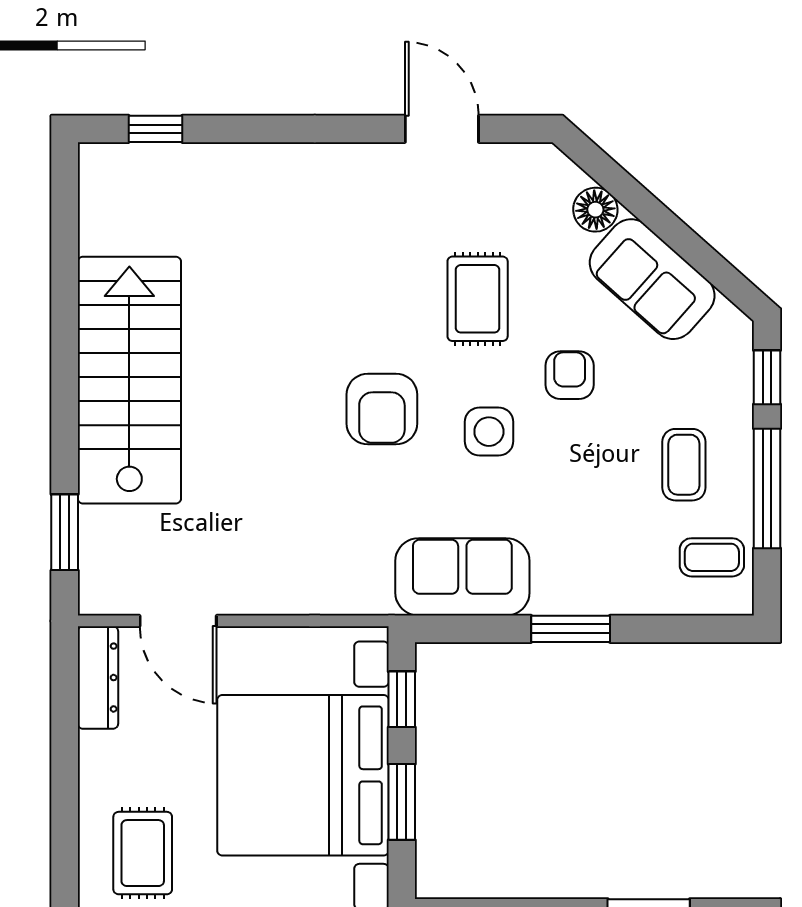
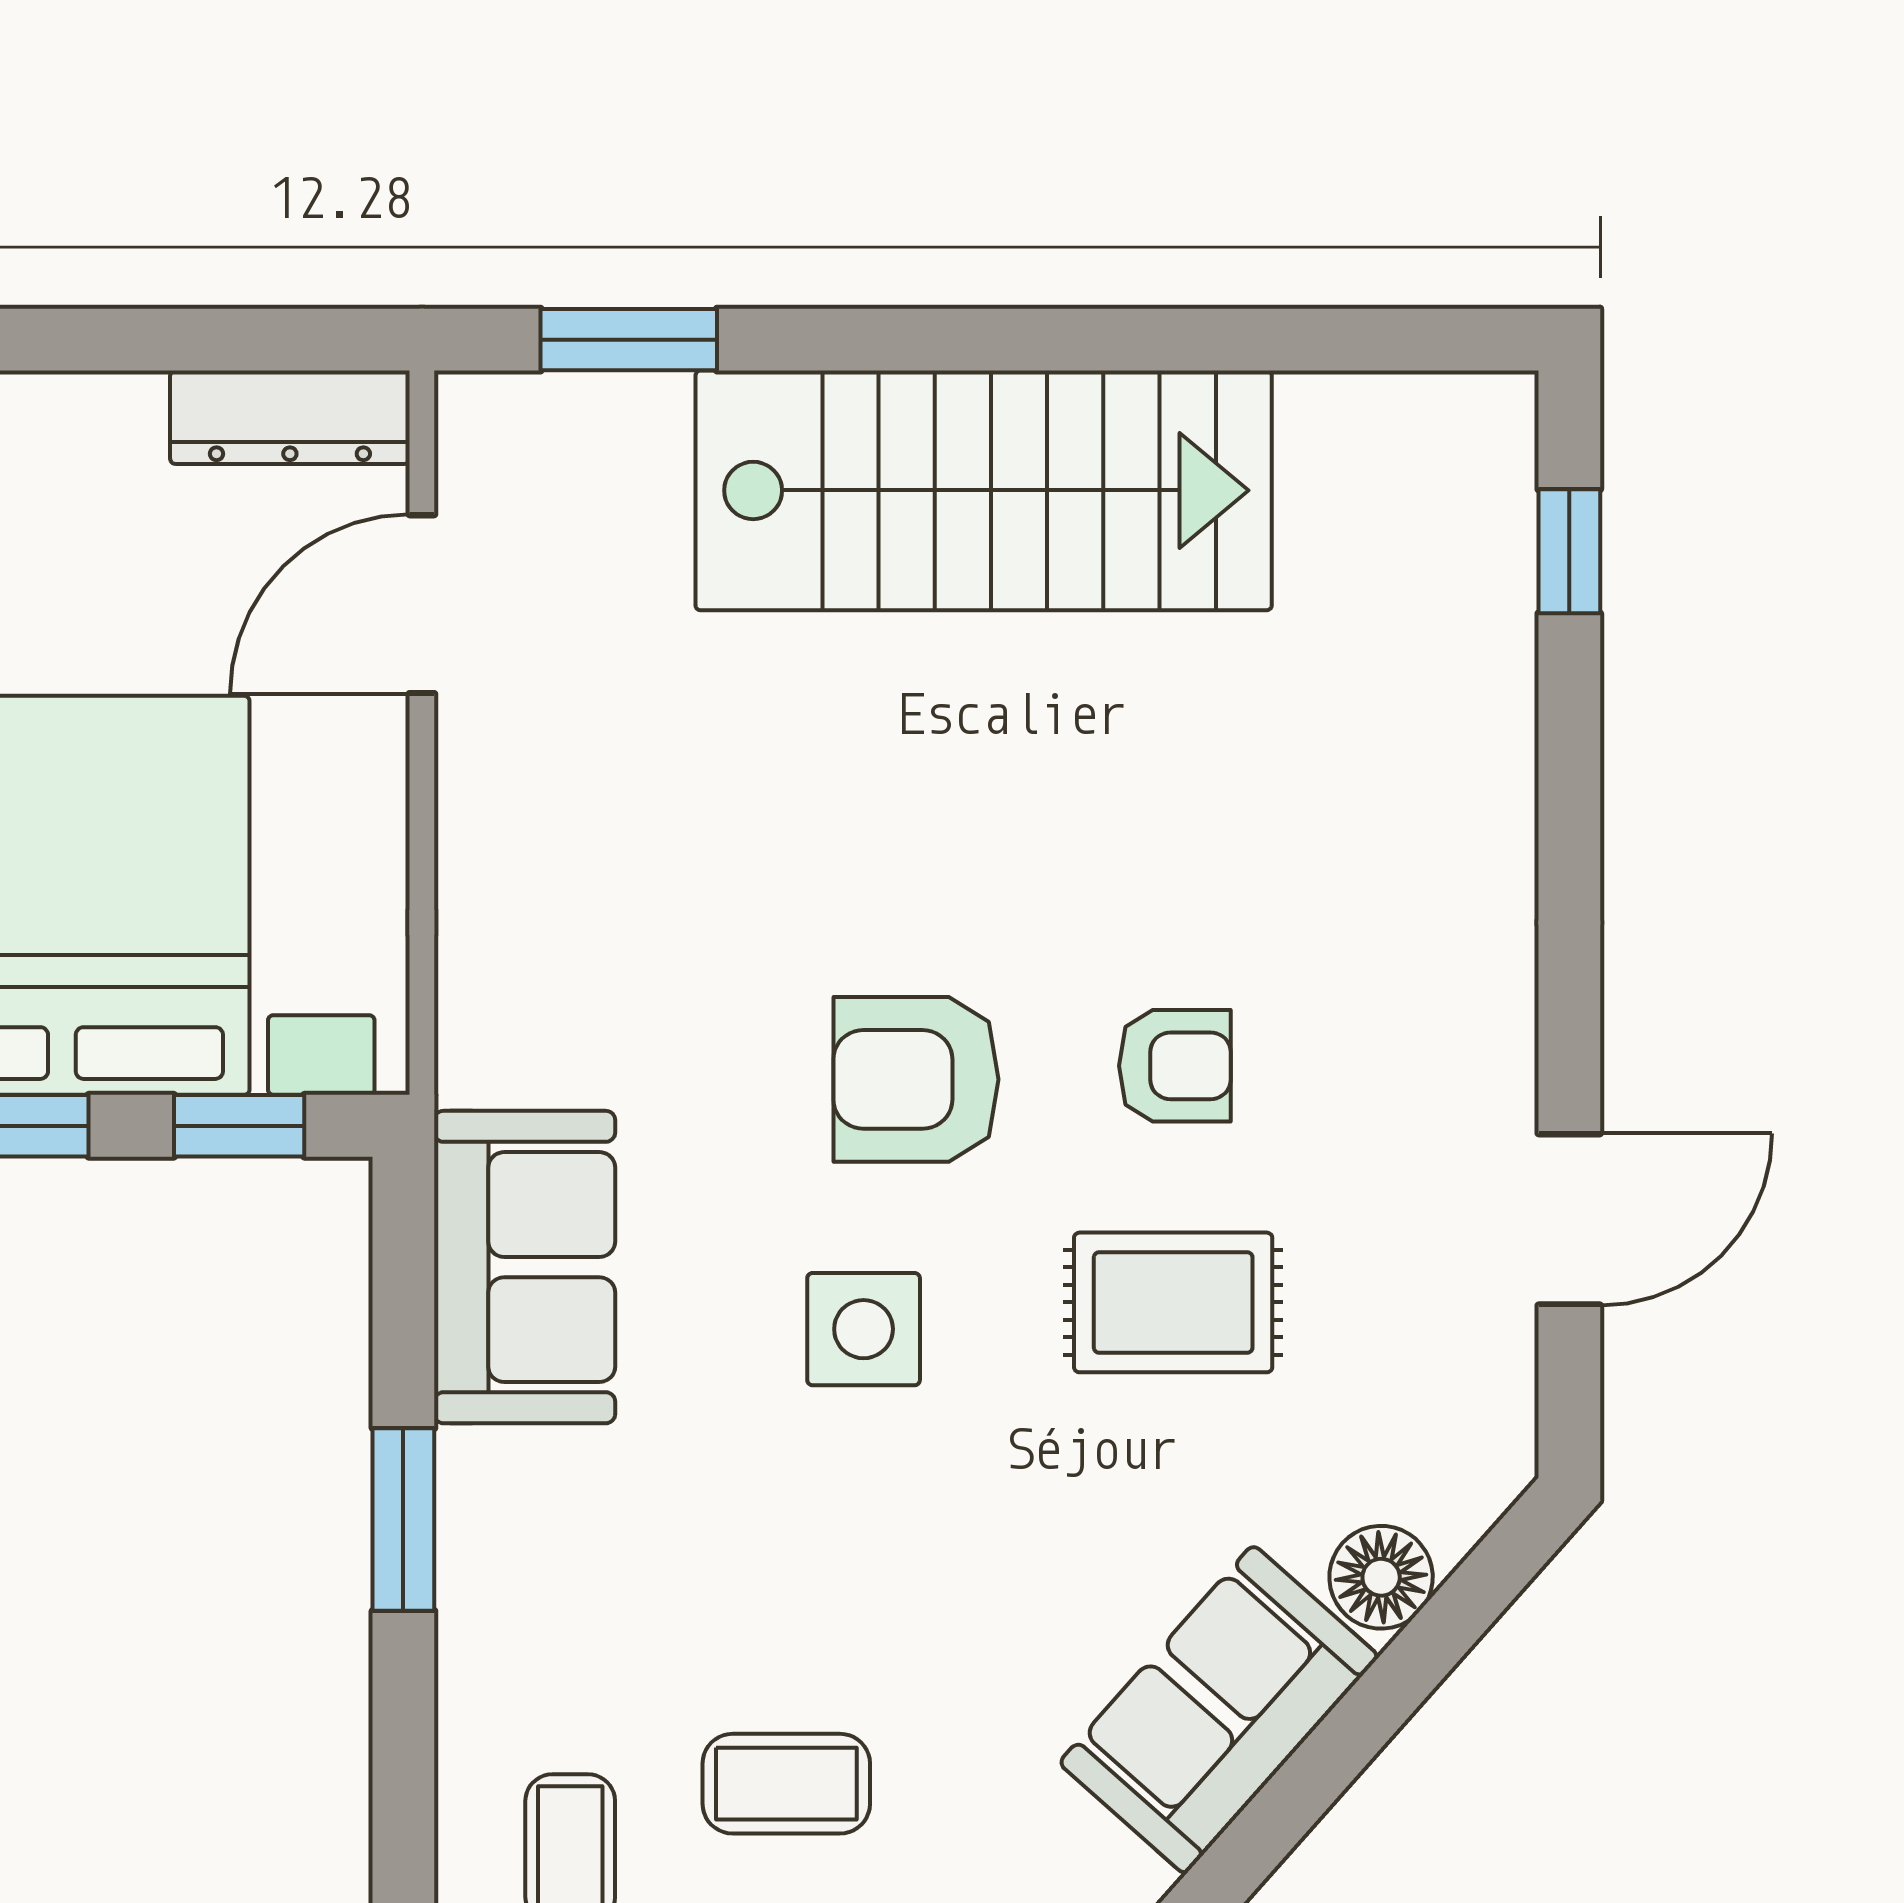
armchair: (570, 375) -> (1175, 1066), moved

